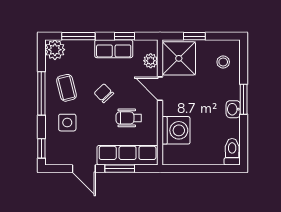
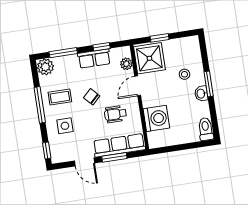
stool: (223, 62) -> (184, 74), moved
coffee table: (66, 88) -> (60, 97), turned -76
door: (160, 89) -> (138, 86), hinge flipped

